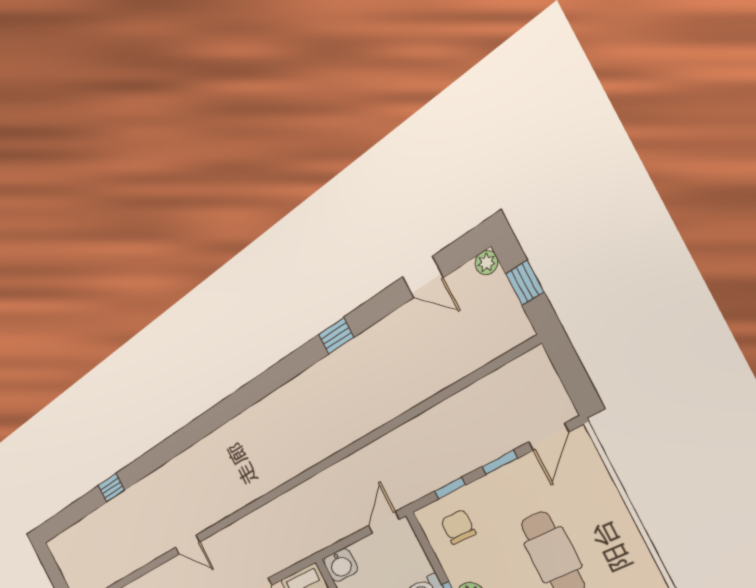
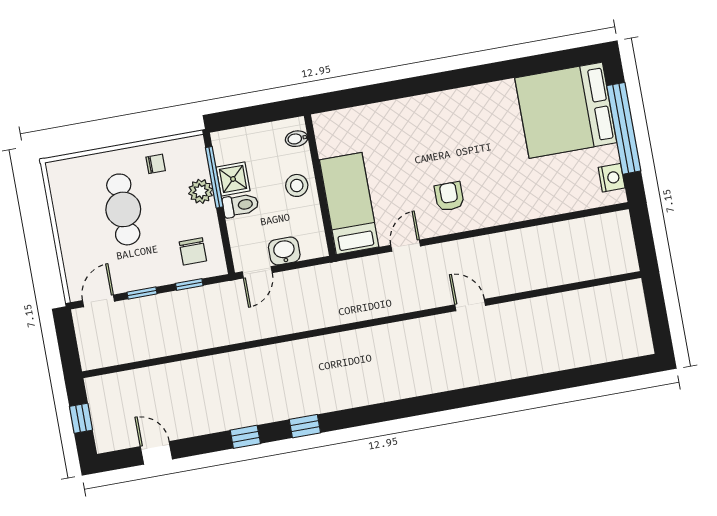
plant: (486, 263) -> (104, 444), removed
window: (111, 488) -> (305, 426), moved
washbasin: (341, 565) -> (284, 251), moved

